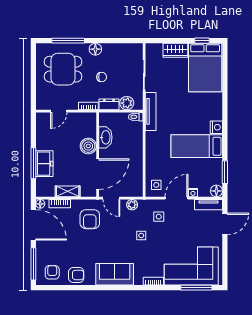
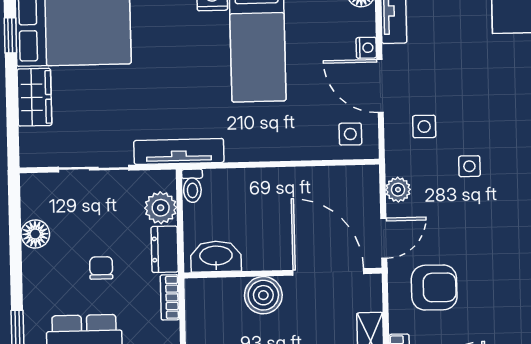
floor lamp: (95, 49) -> (35, 234), moved
washbasin: (105, 137) -> (216, 256), moved

